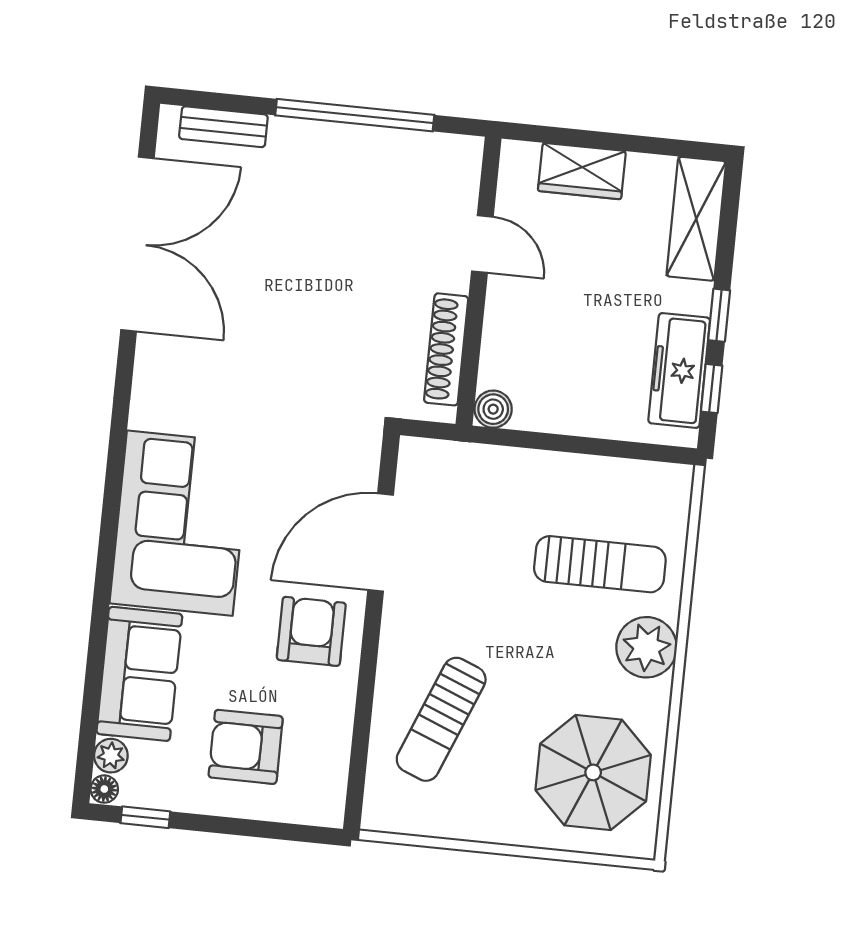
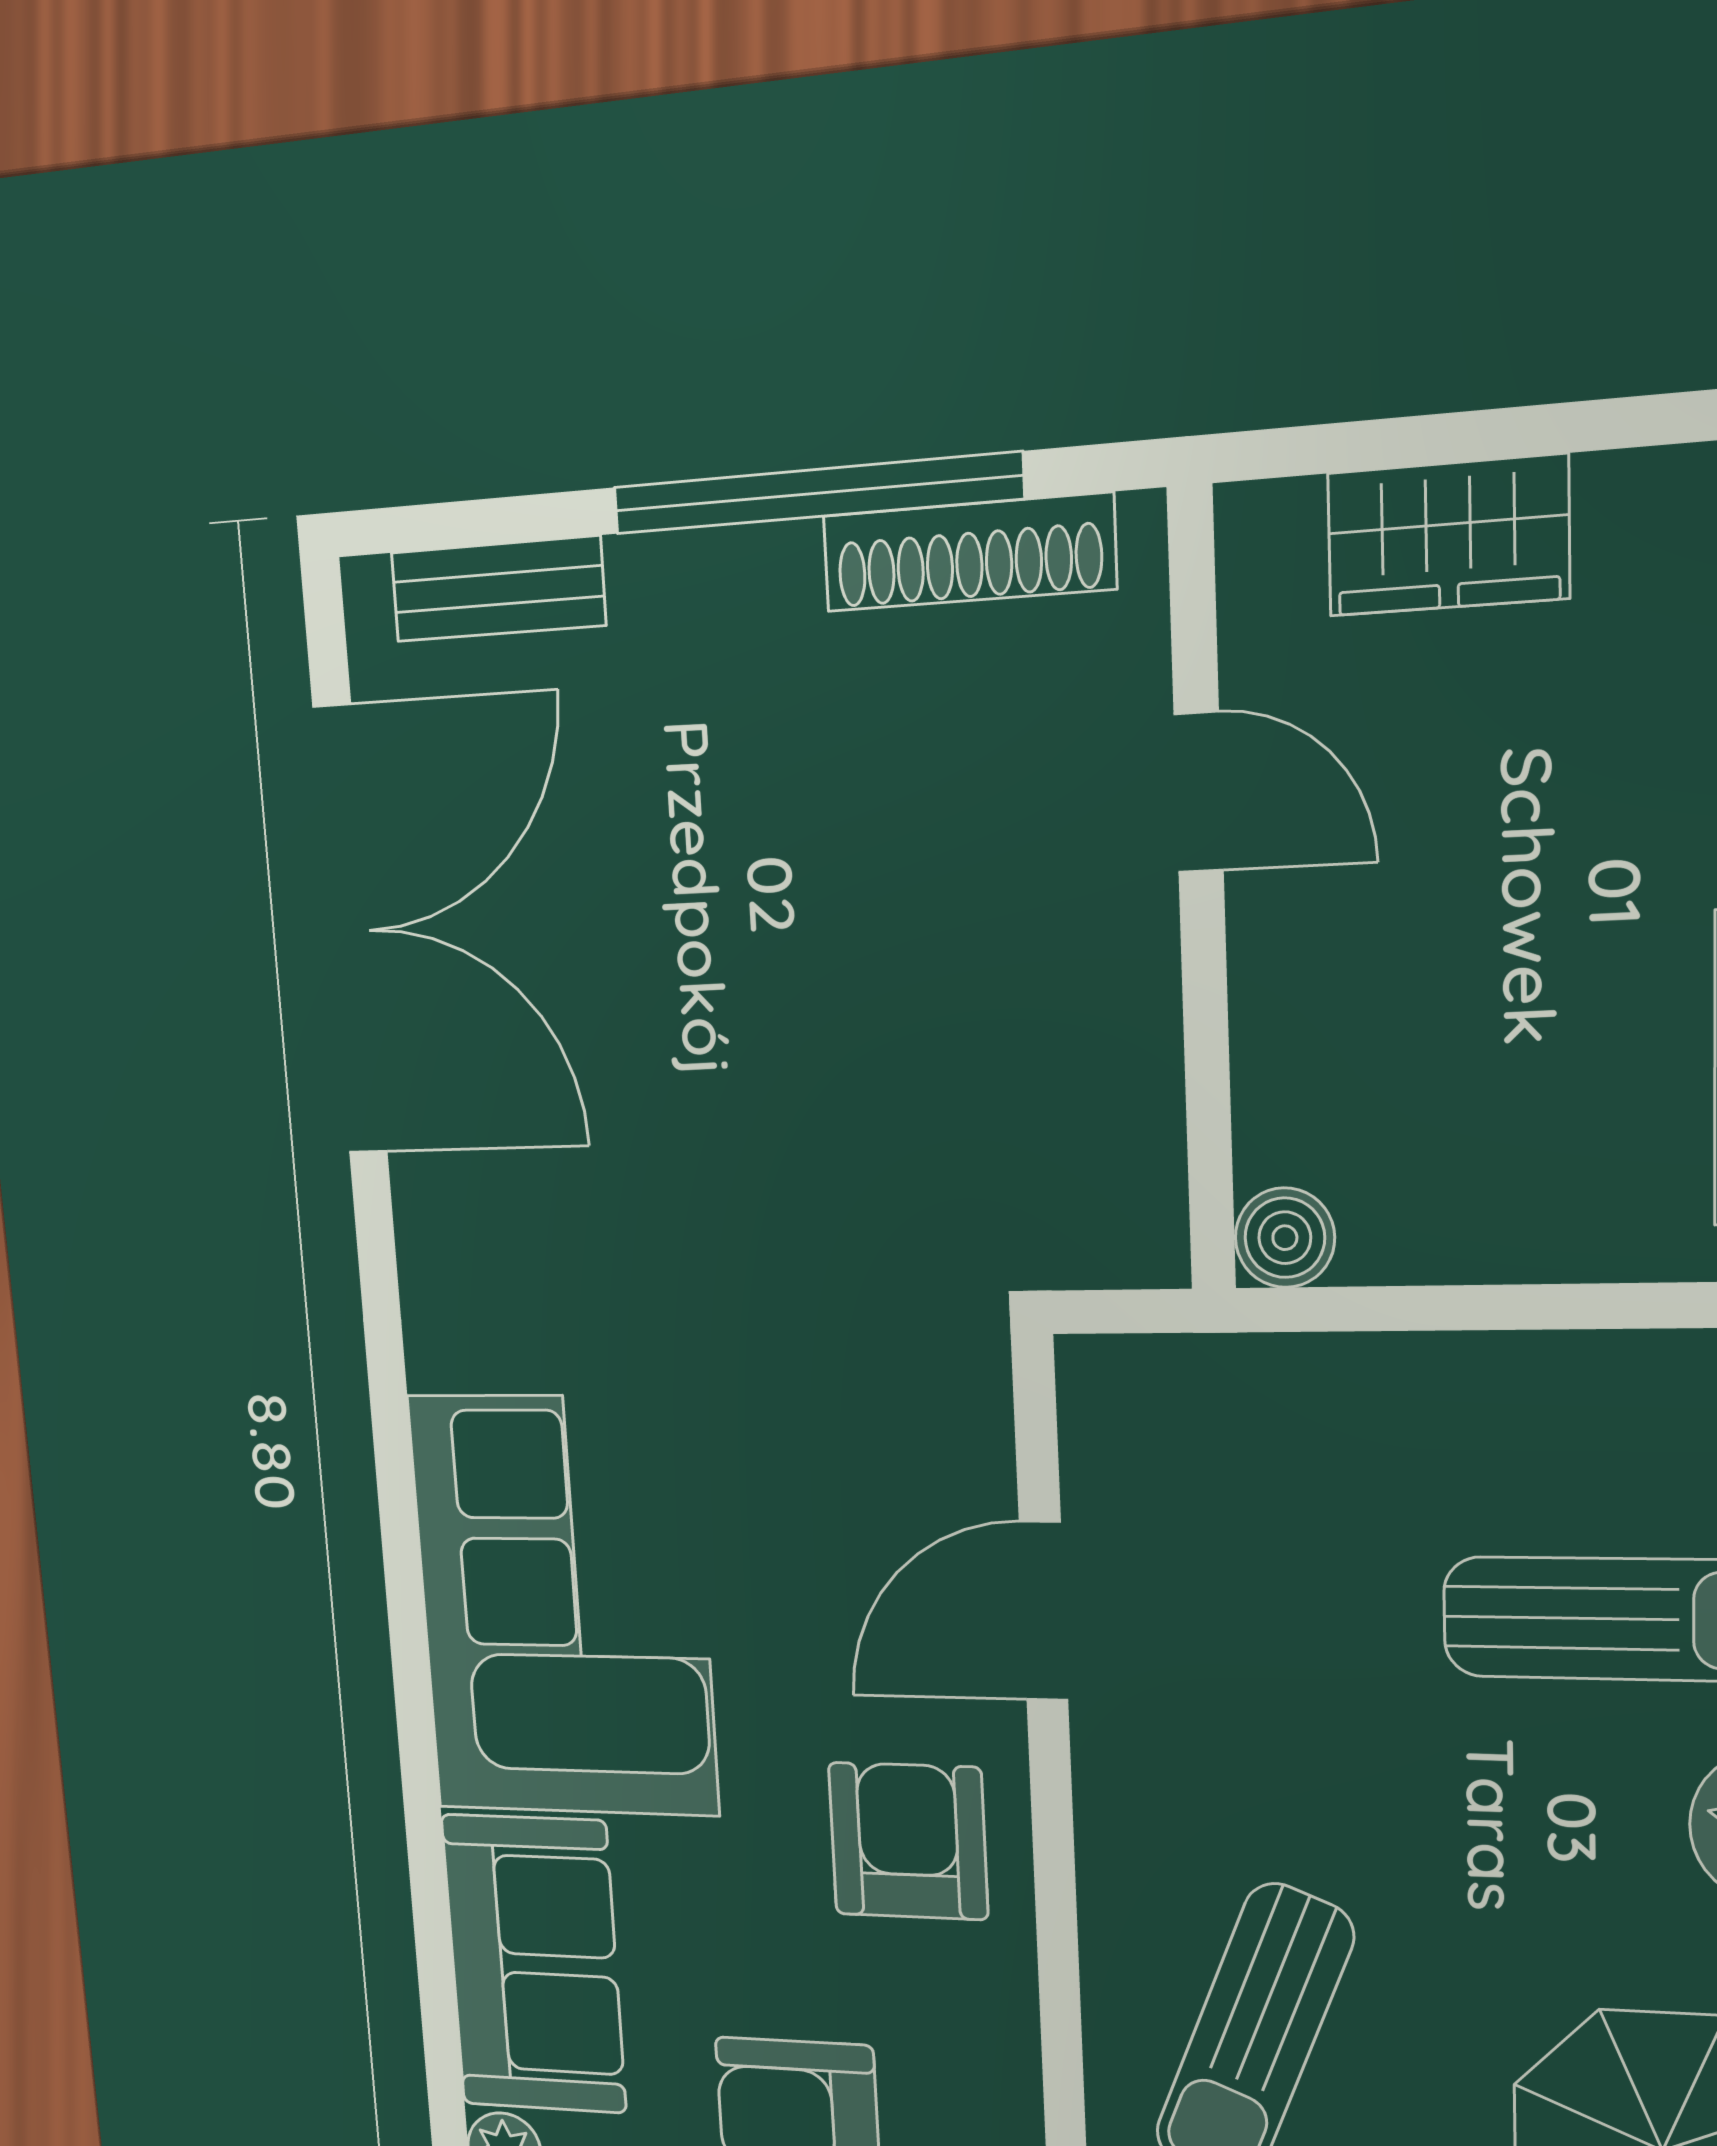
shoe rack: (446, 349) -> (969, 552), moved, turned -90
door: (381, 542) -> (1044, 1611), width x0.73

